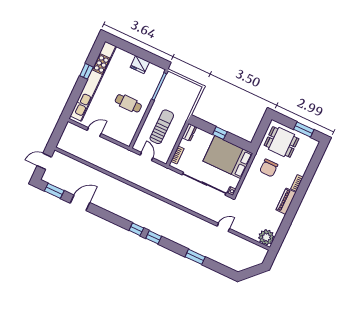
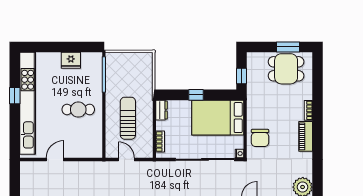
window: (260, 135) -> (242, 76), added
dining table: (281, 142) -> (286, 69), moved
chair: (269, 168) -> (260, 138), moved

